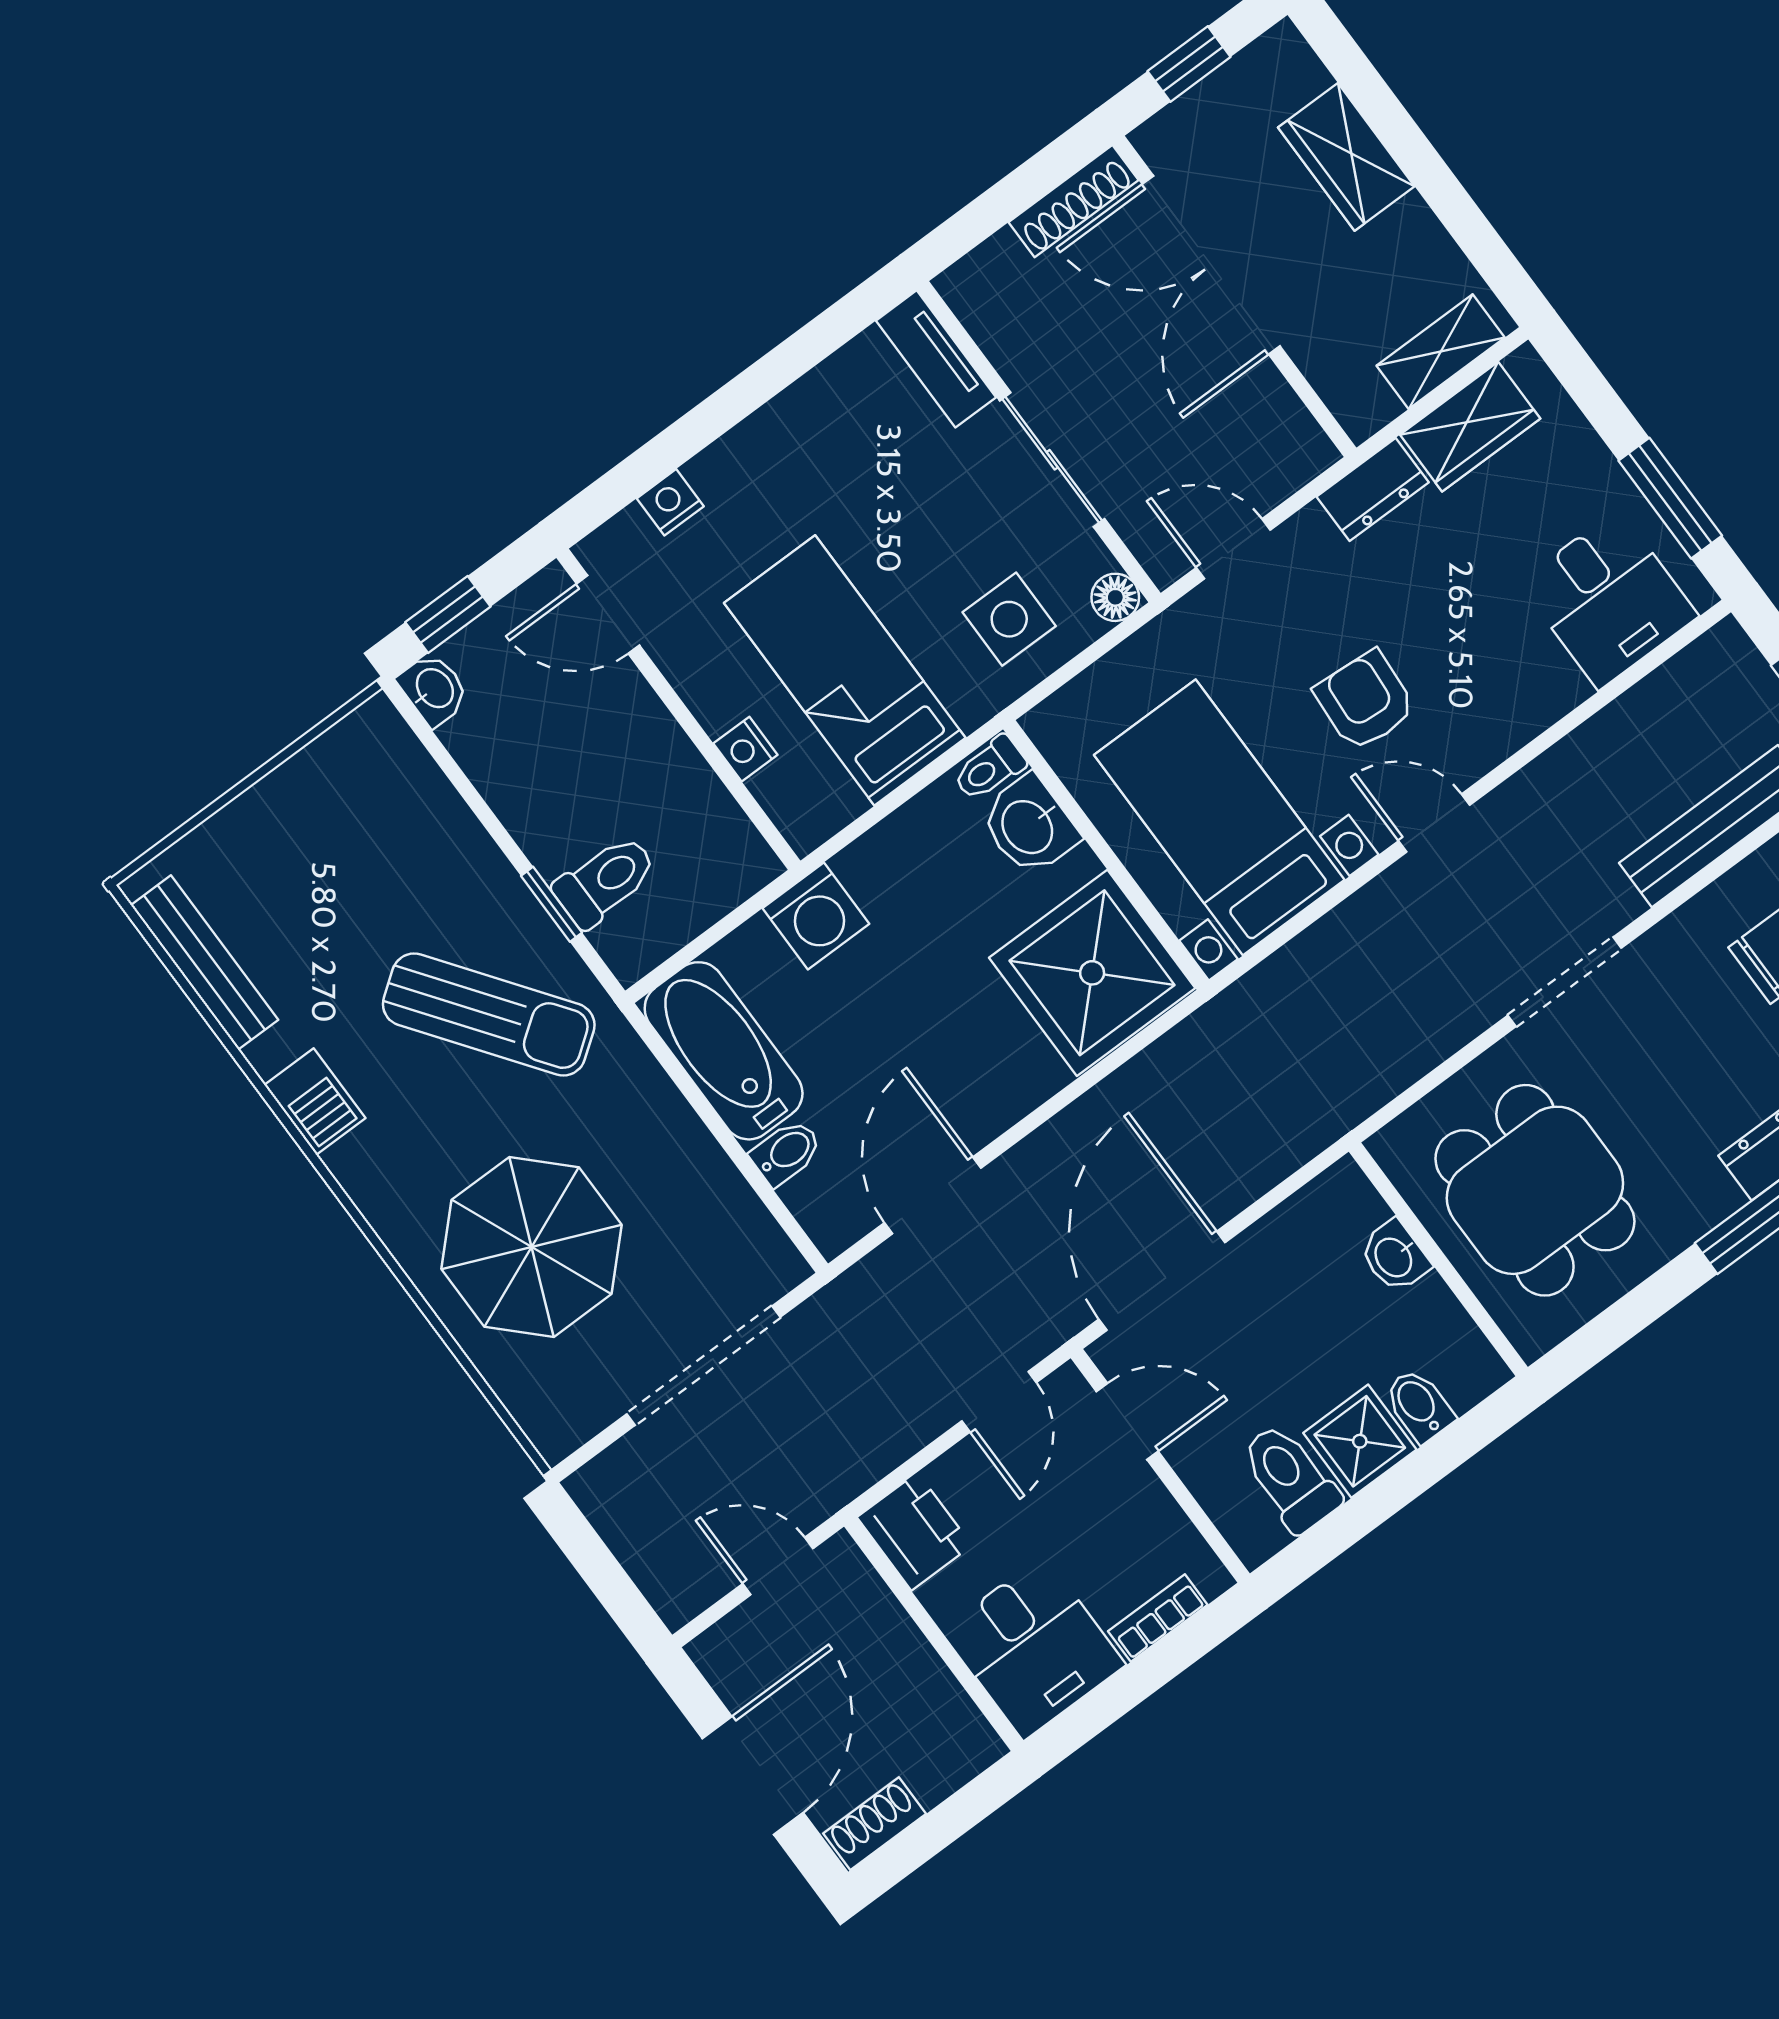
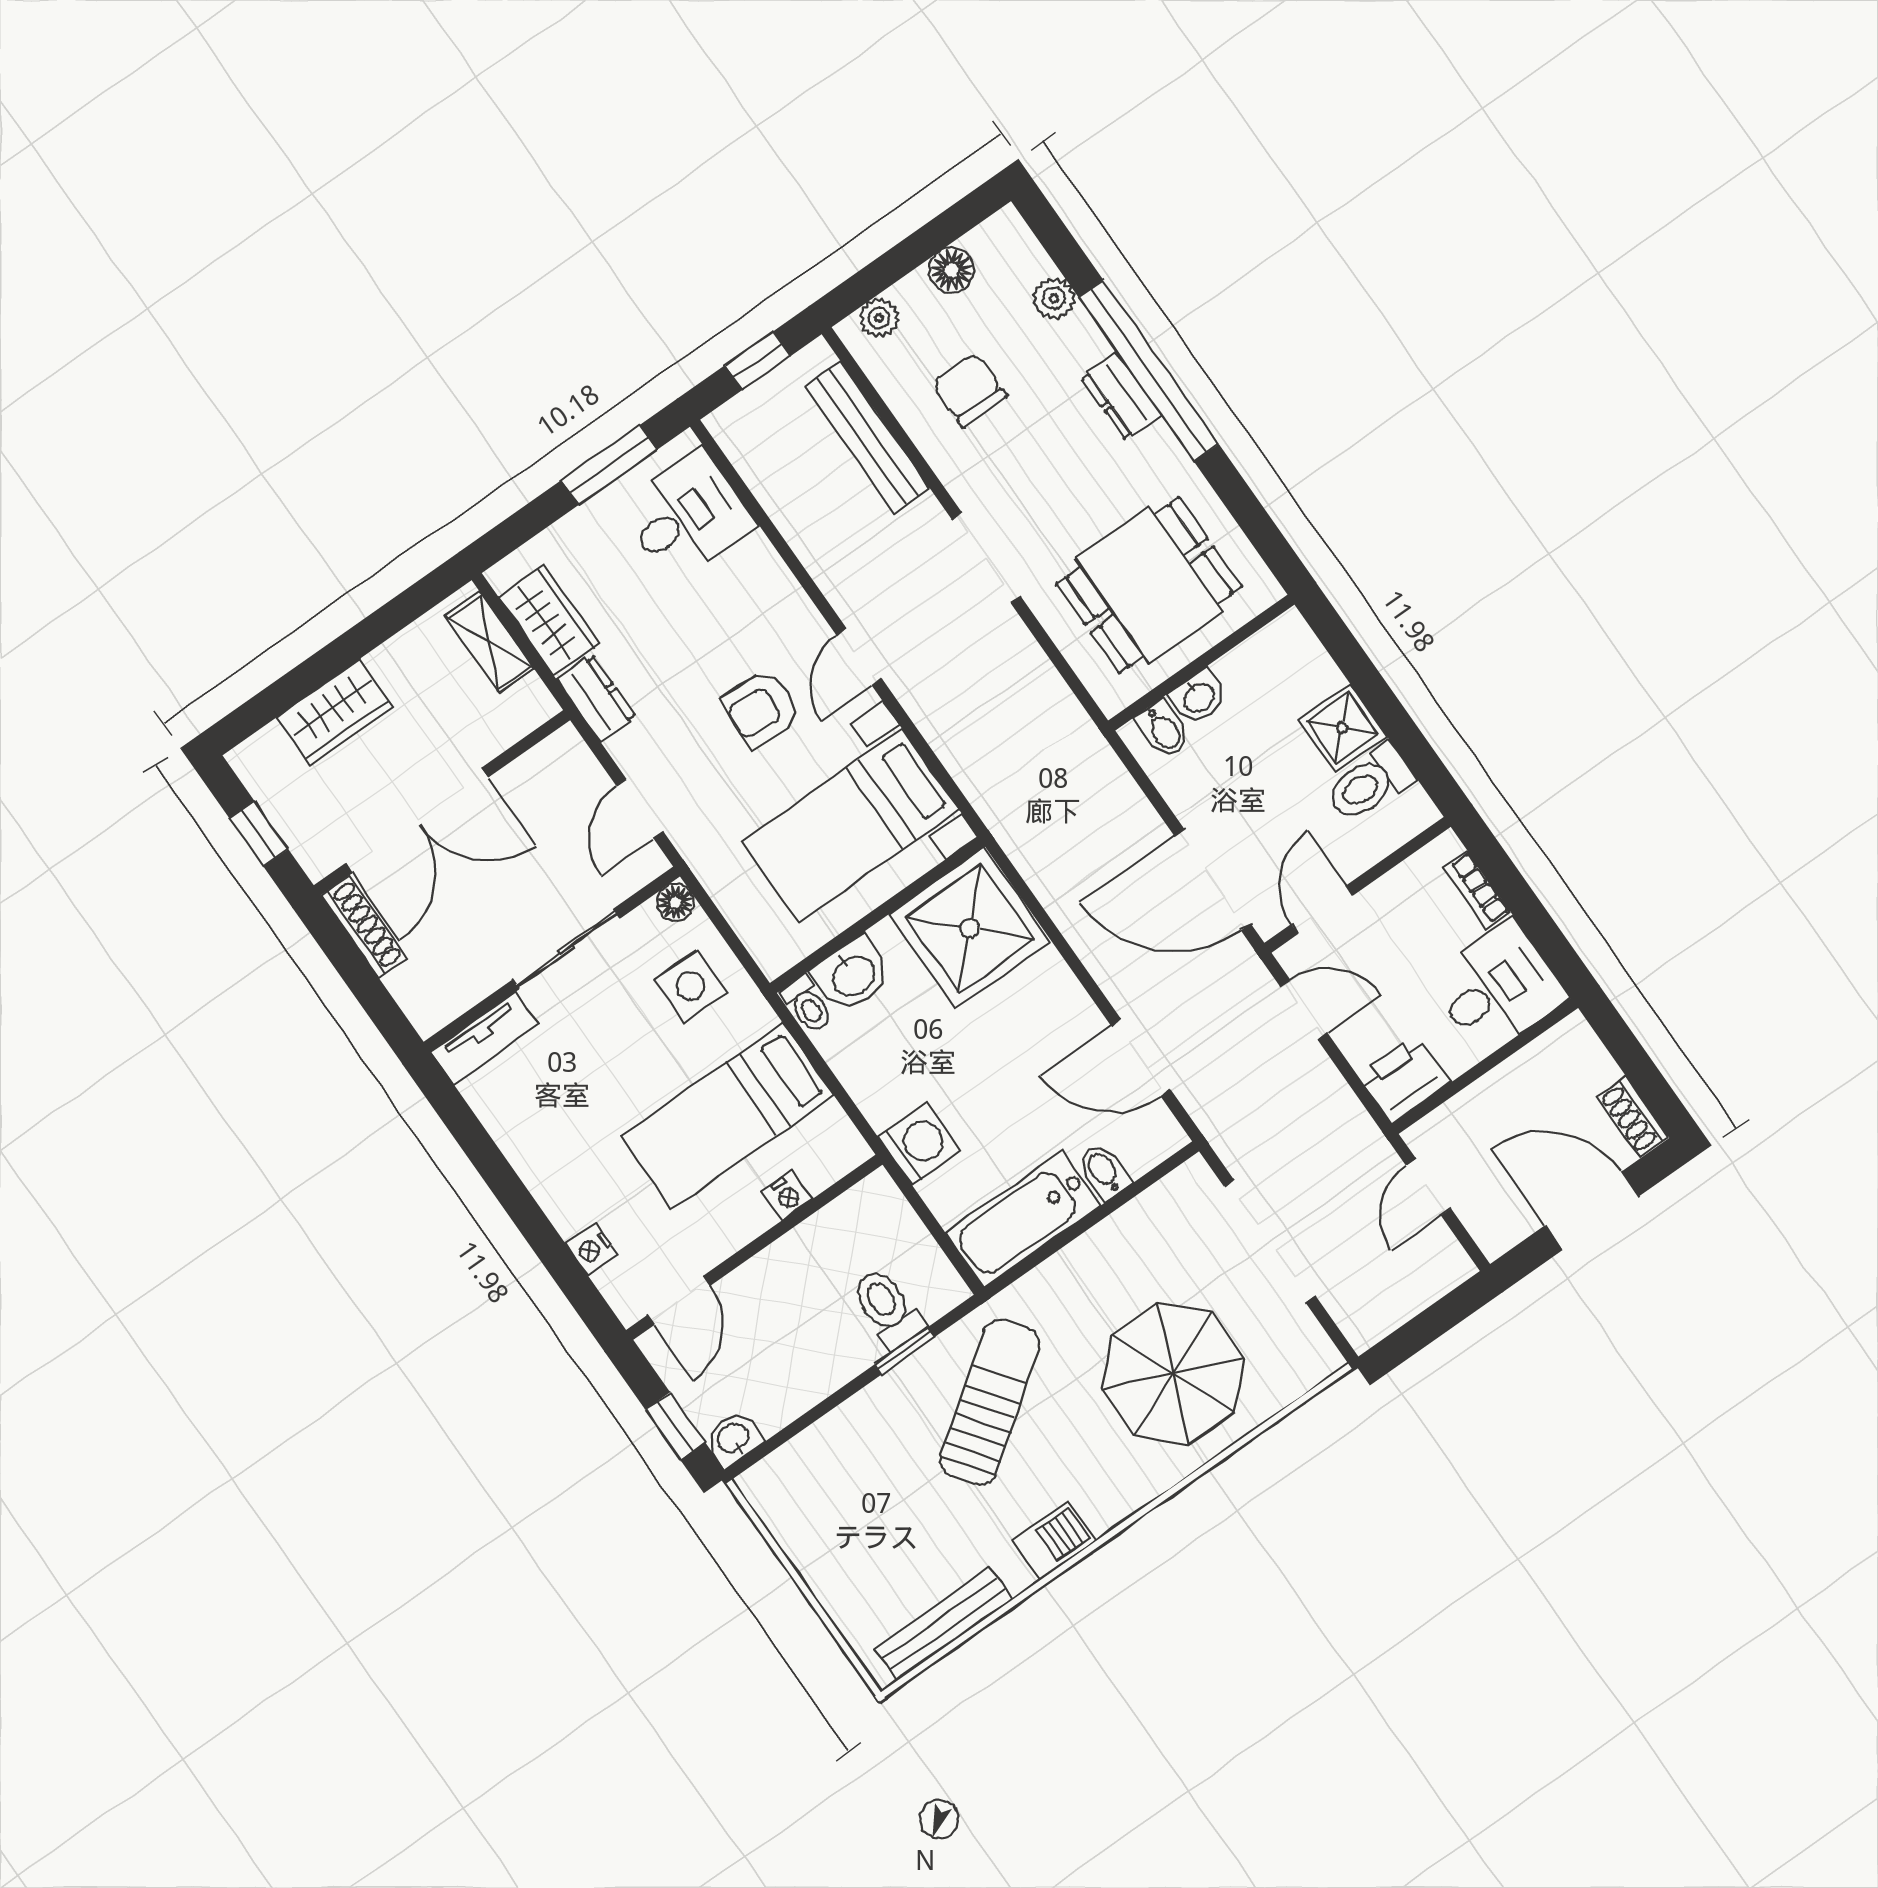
bidet: (1419, 1405) -> (1163, 729), moved, turned -90

